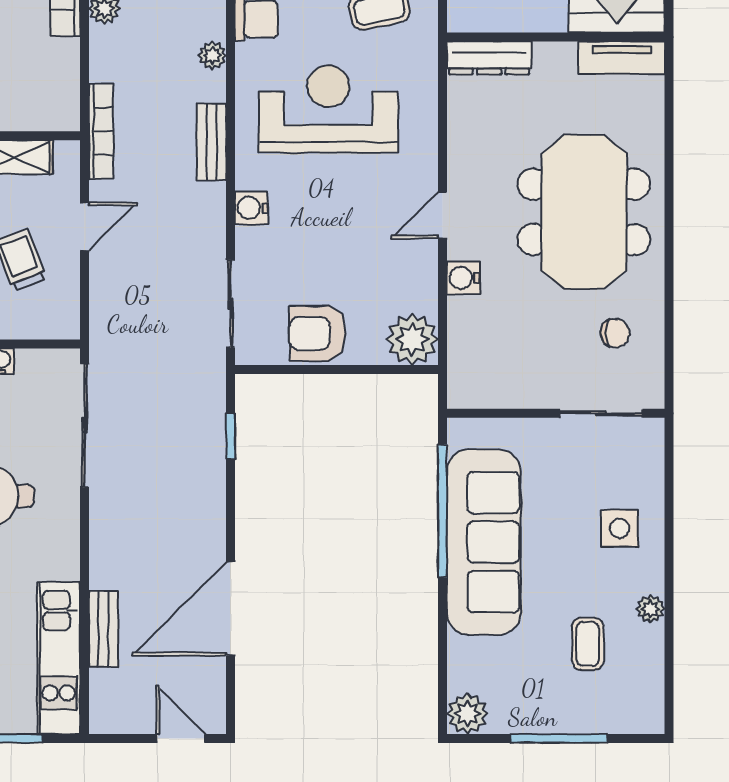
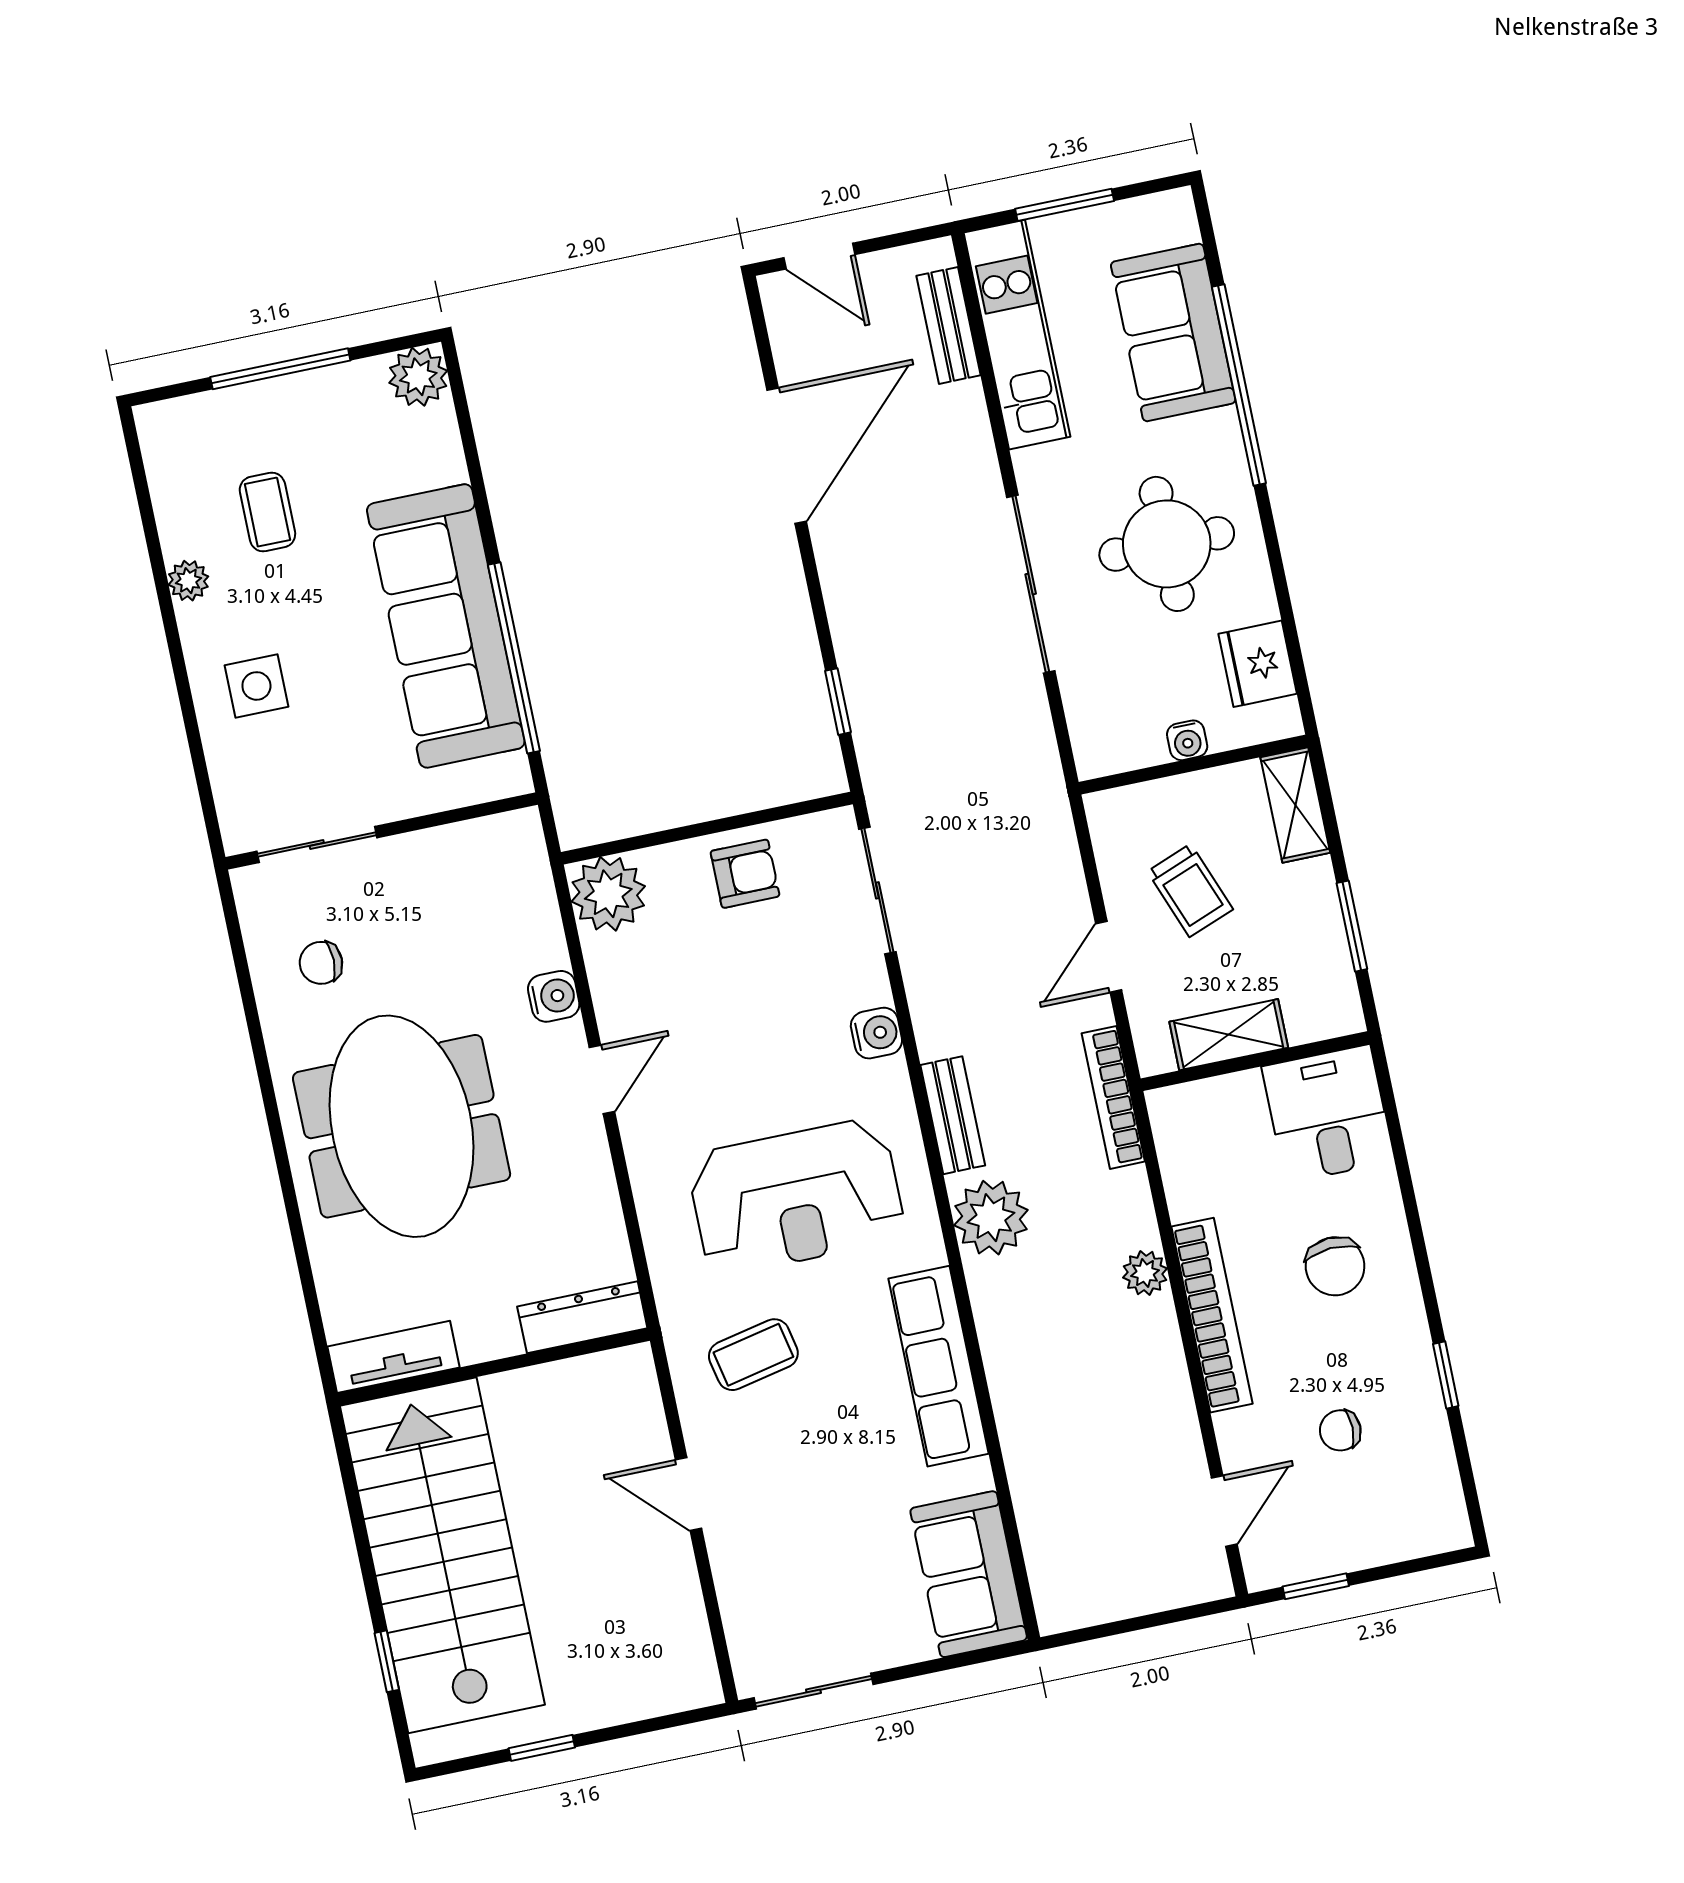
plant: (212, 55) -> (991, 1218), width x1.88, depth x1.88
armchair: (317, 333) -> (745, 874), width x0.72, depth x0.72
sliding door: (84, 425) -> (1031, 584), moved
bench: (103, 629) -> (949, 325), moved

